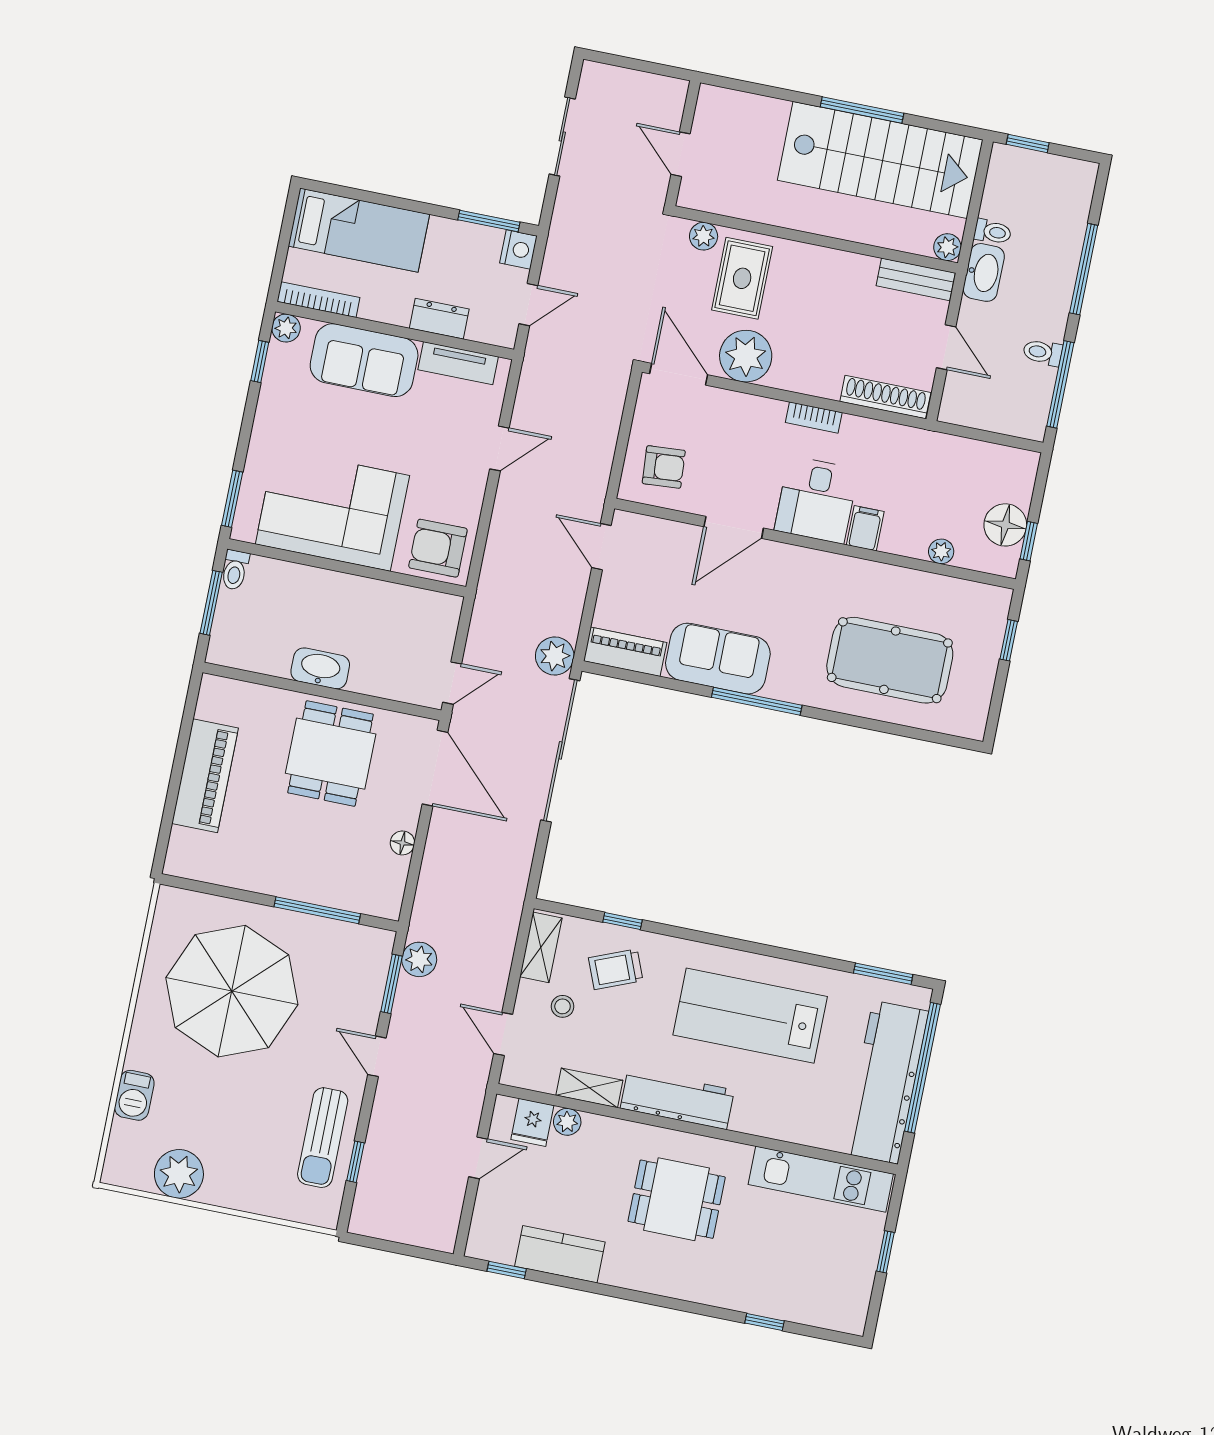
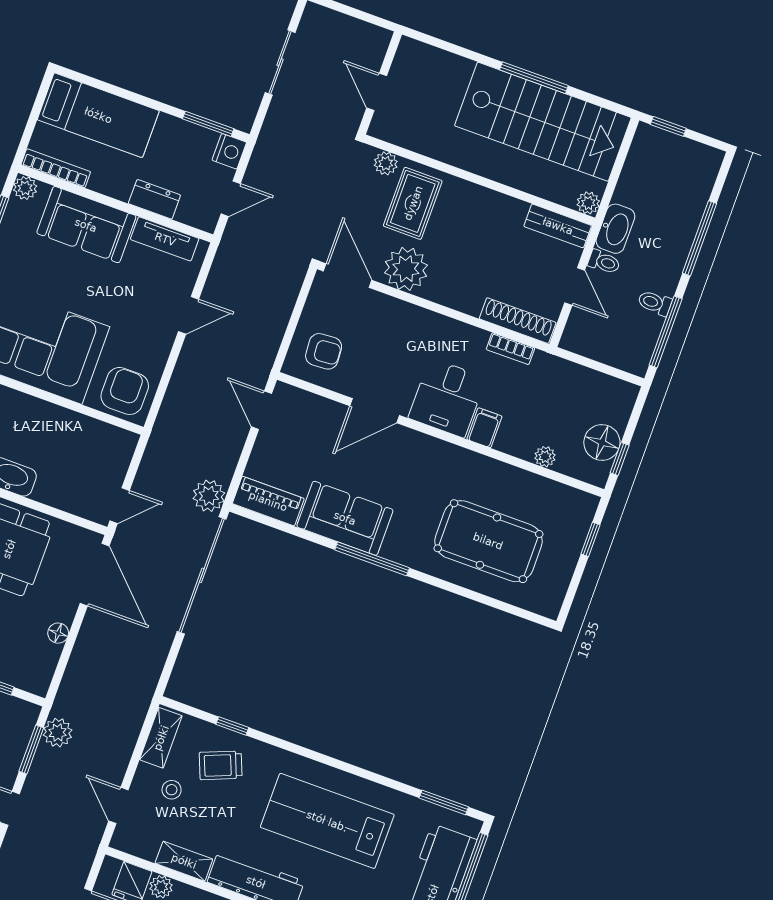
toilet: (993, 232) -> (604, 262), moved
bookcase: (814, 417) -> (510, 349), moved
armchair: (438, 548) -> (125, 391), turned 90

